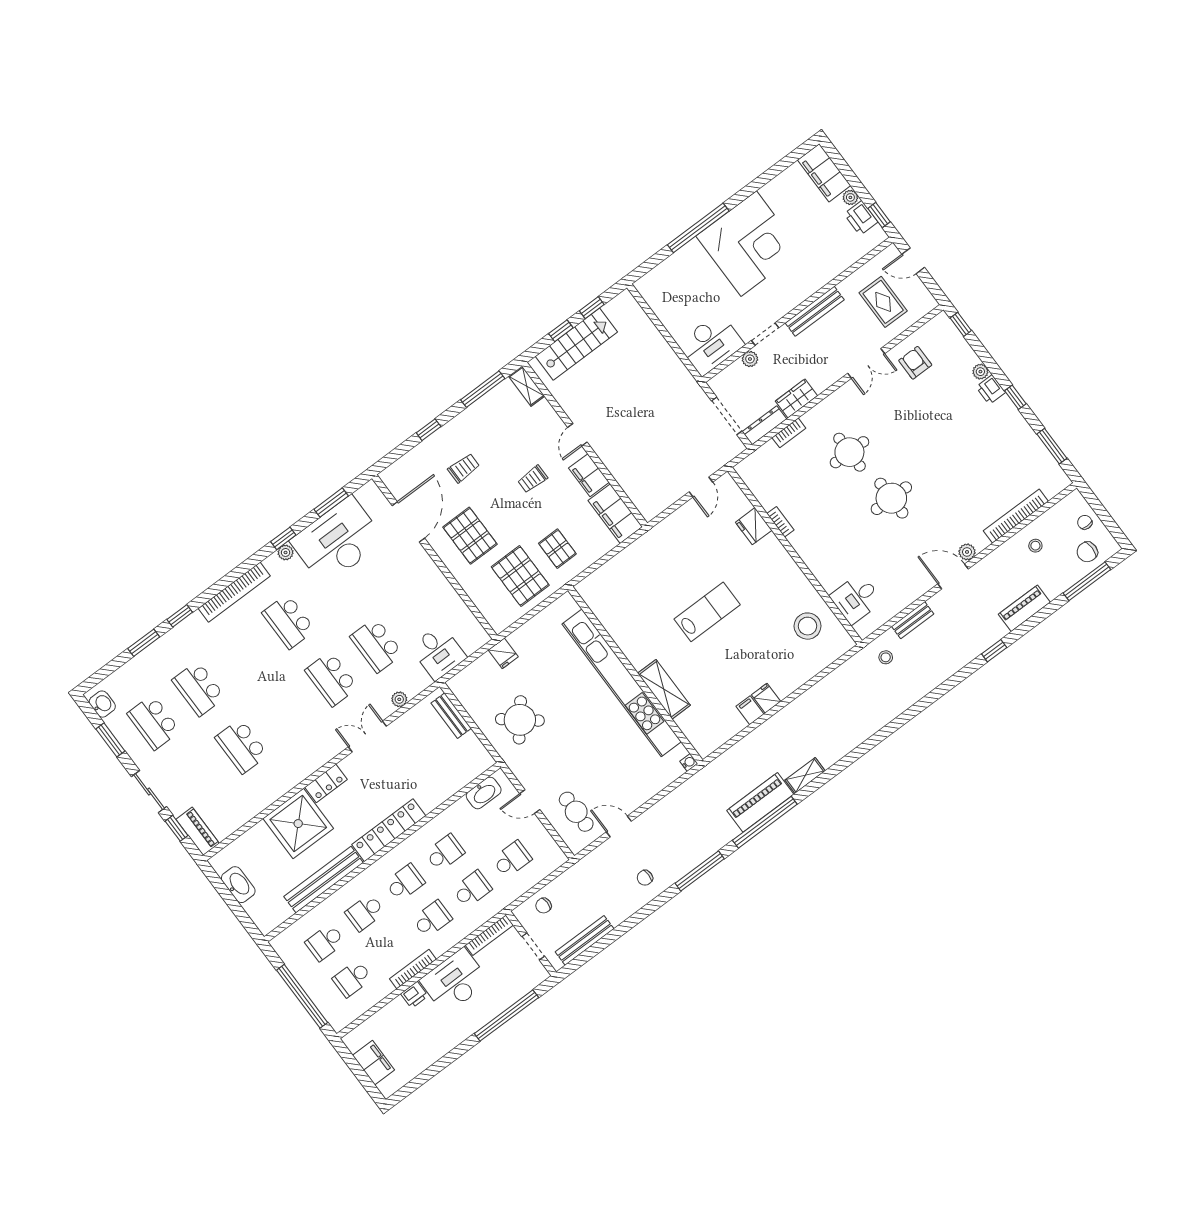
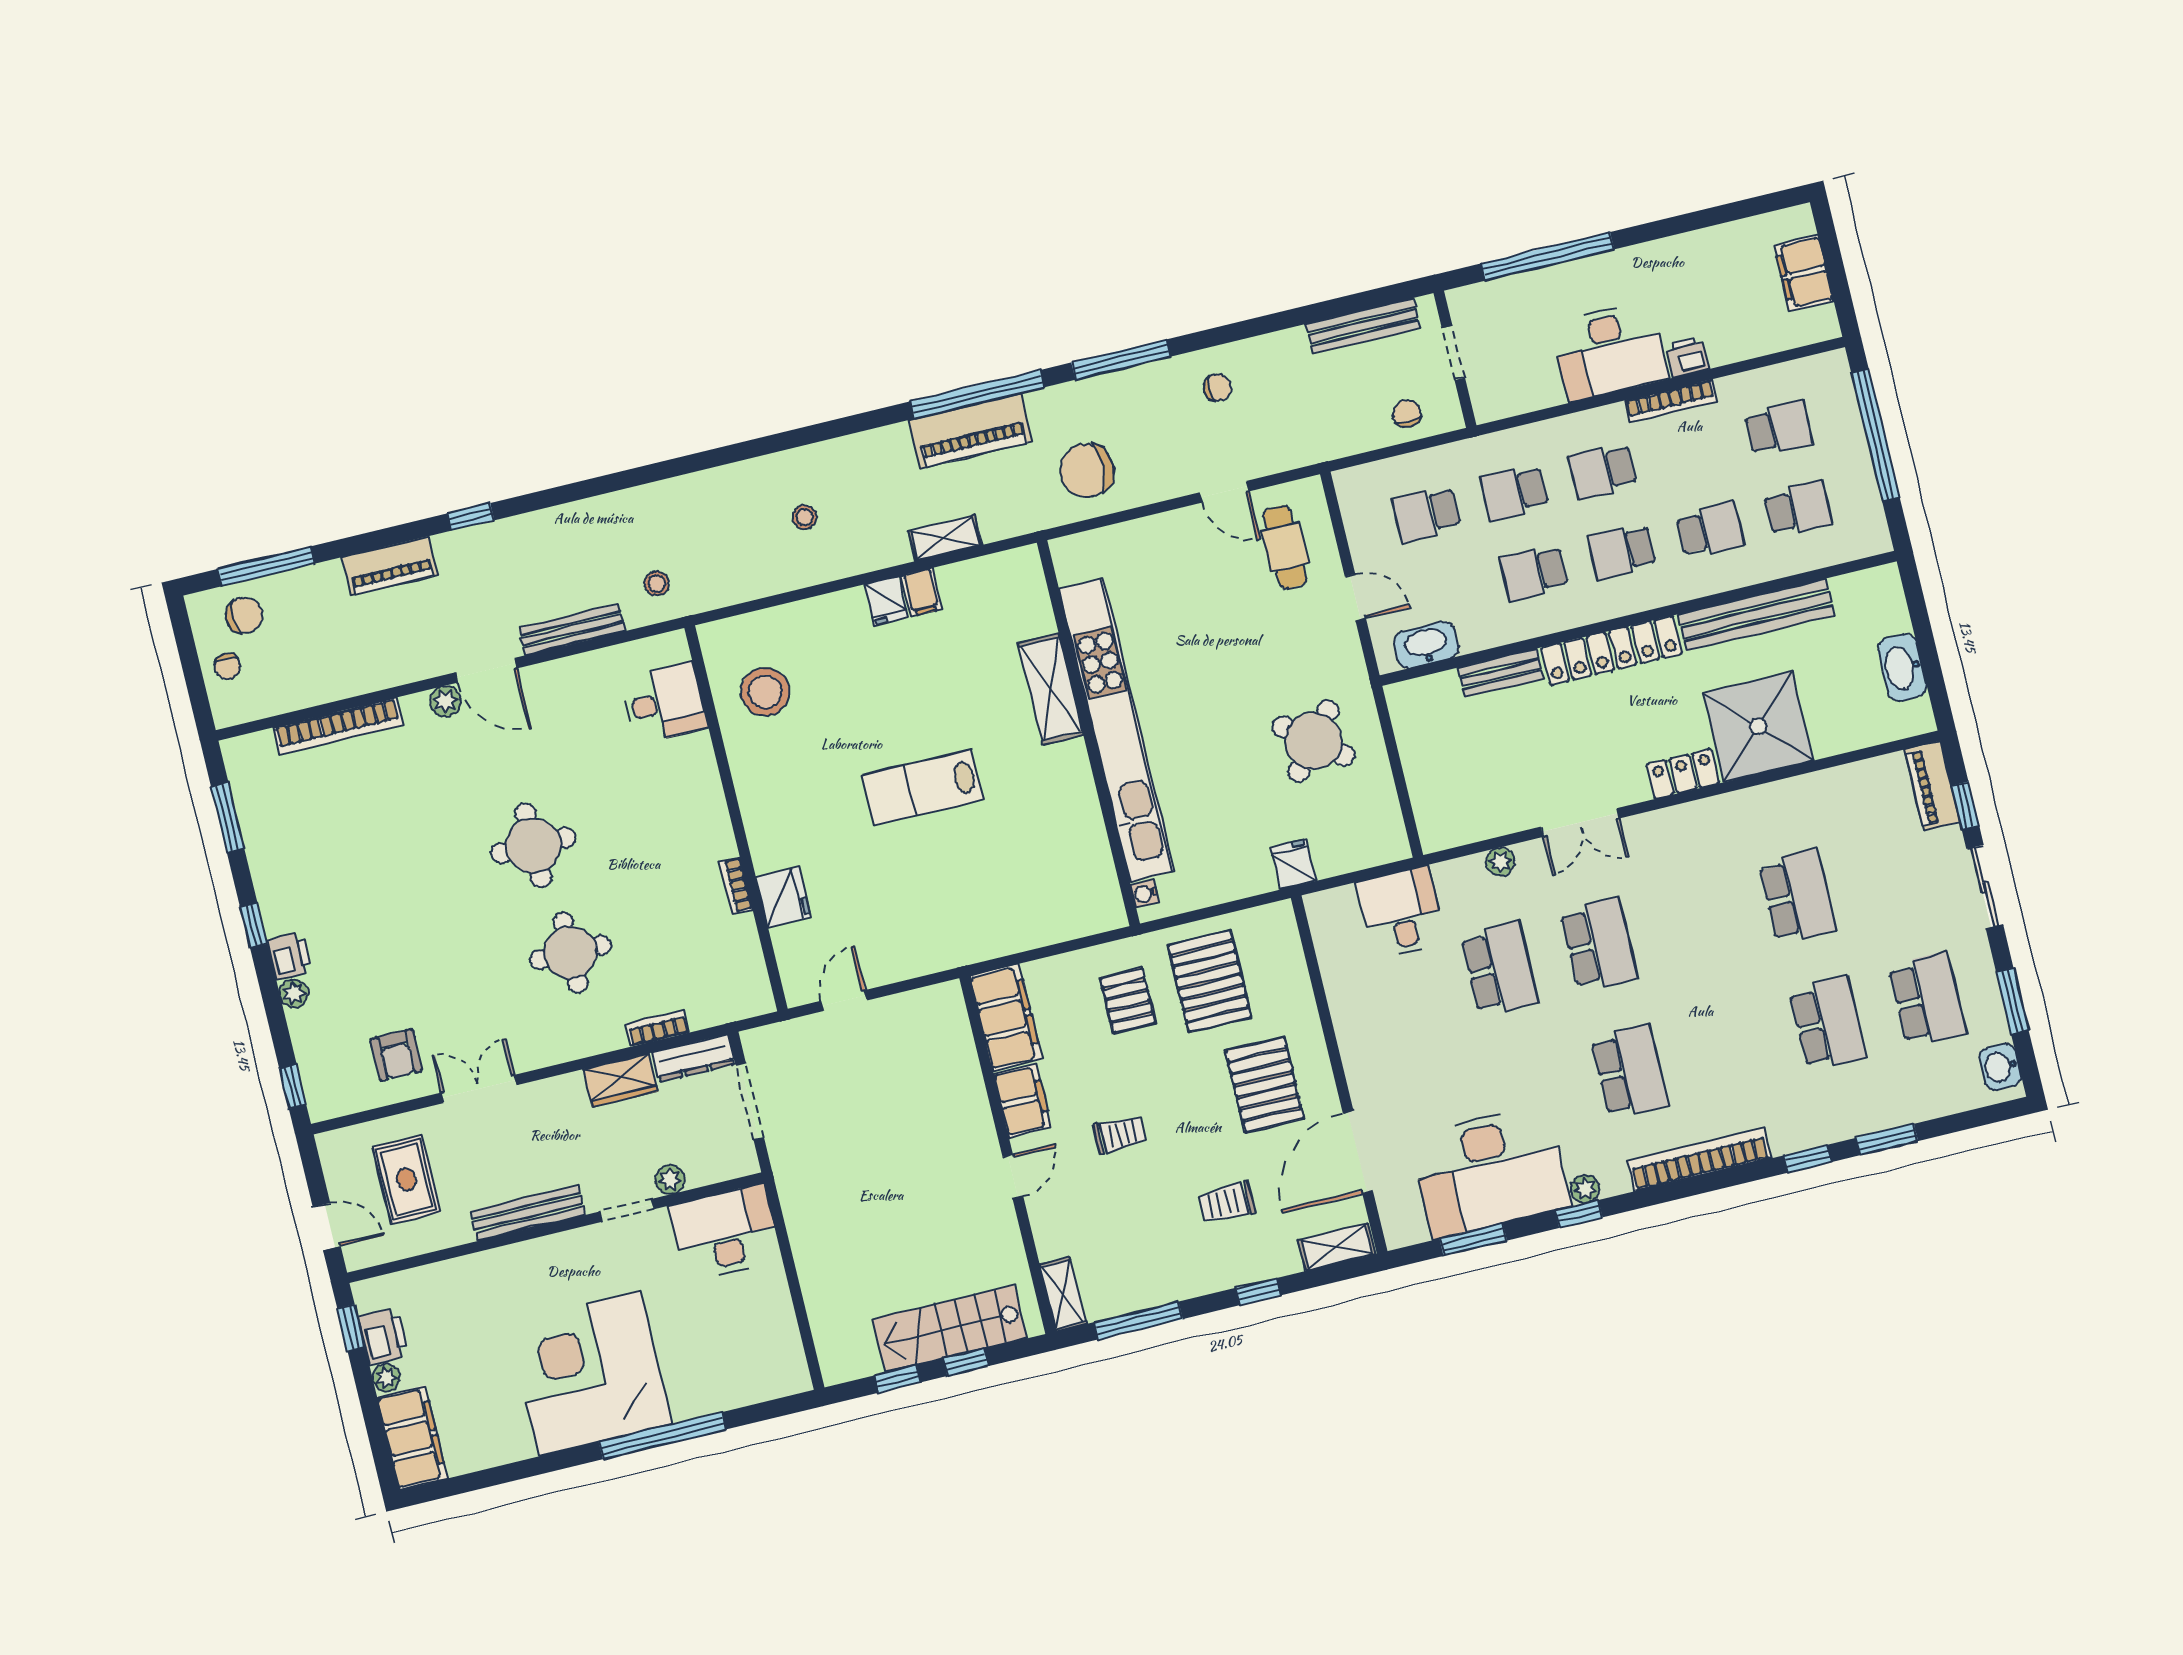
shelving: (398, 469) -> (1337, 1247), added
stool: (1035, 546) -> (804, 517), moved
bench: (913, 620) -> (572, 629), width x1.36
bench: (451, 716) -> (1501, 673), moved, turned 90
water cooler: (689, 762) -> (1145, 894), moved
shelving: (805, 775) -> (945, 538), moved
chair: (693, 807) -> (1087, 471), added
chair: (543, 906) -> (1407, 414), turned -90
bookcase: (489, 935) -> (1518, 403), removed

